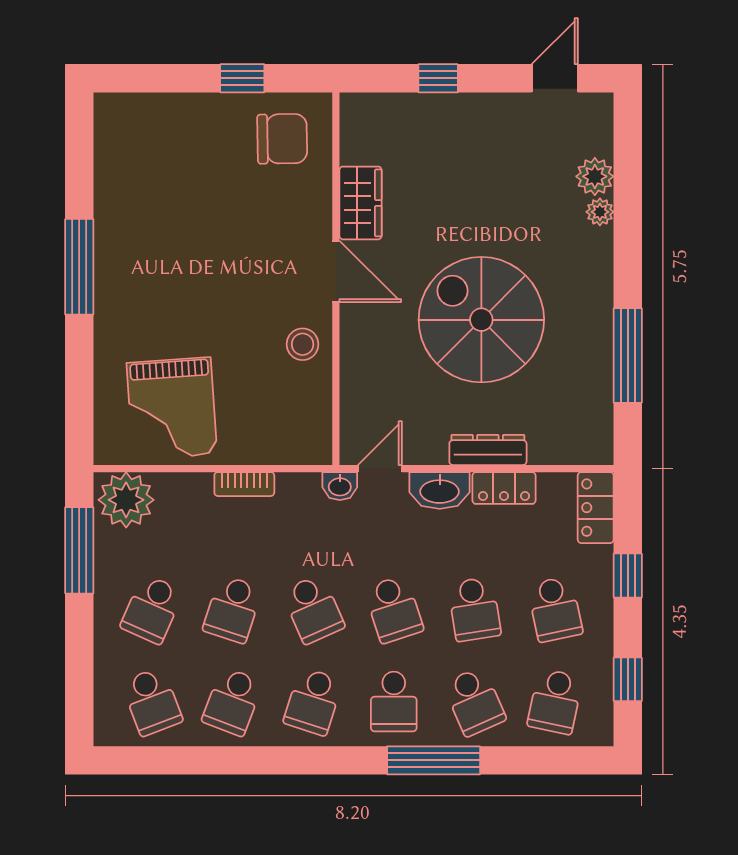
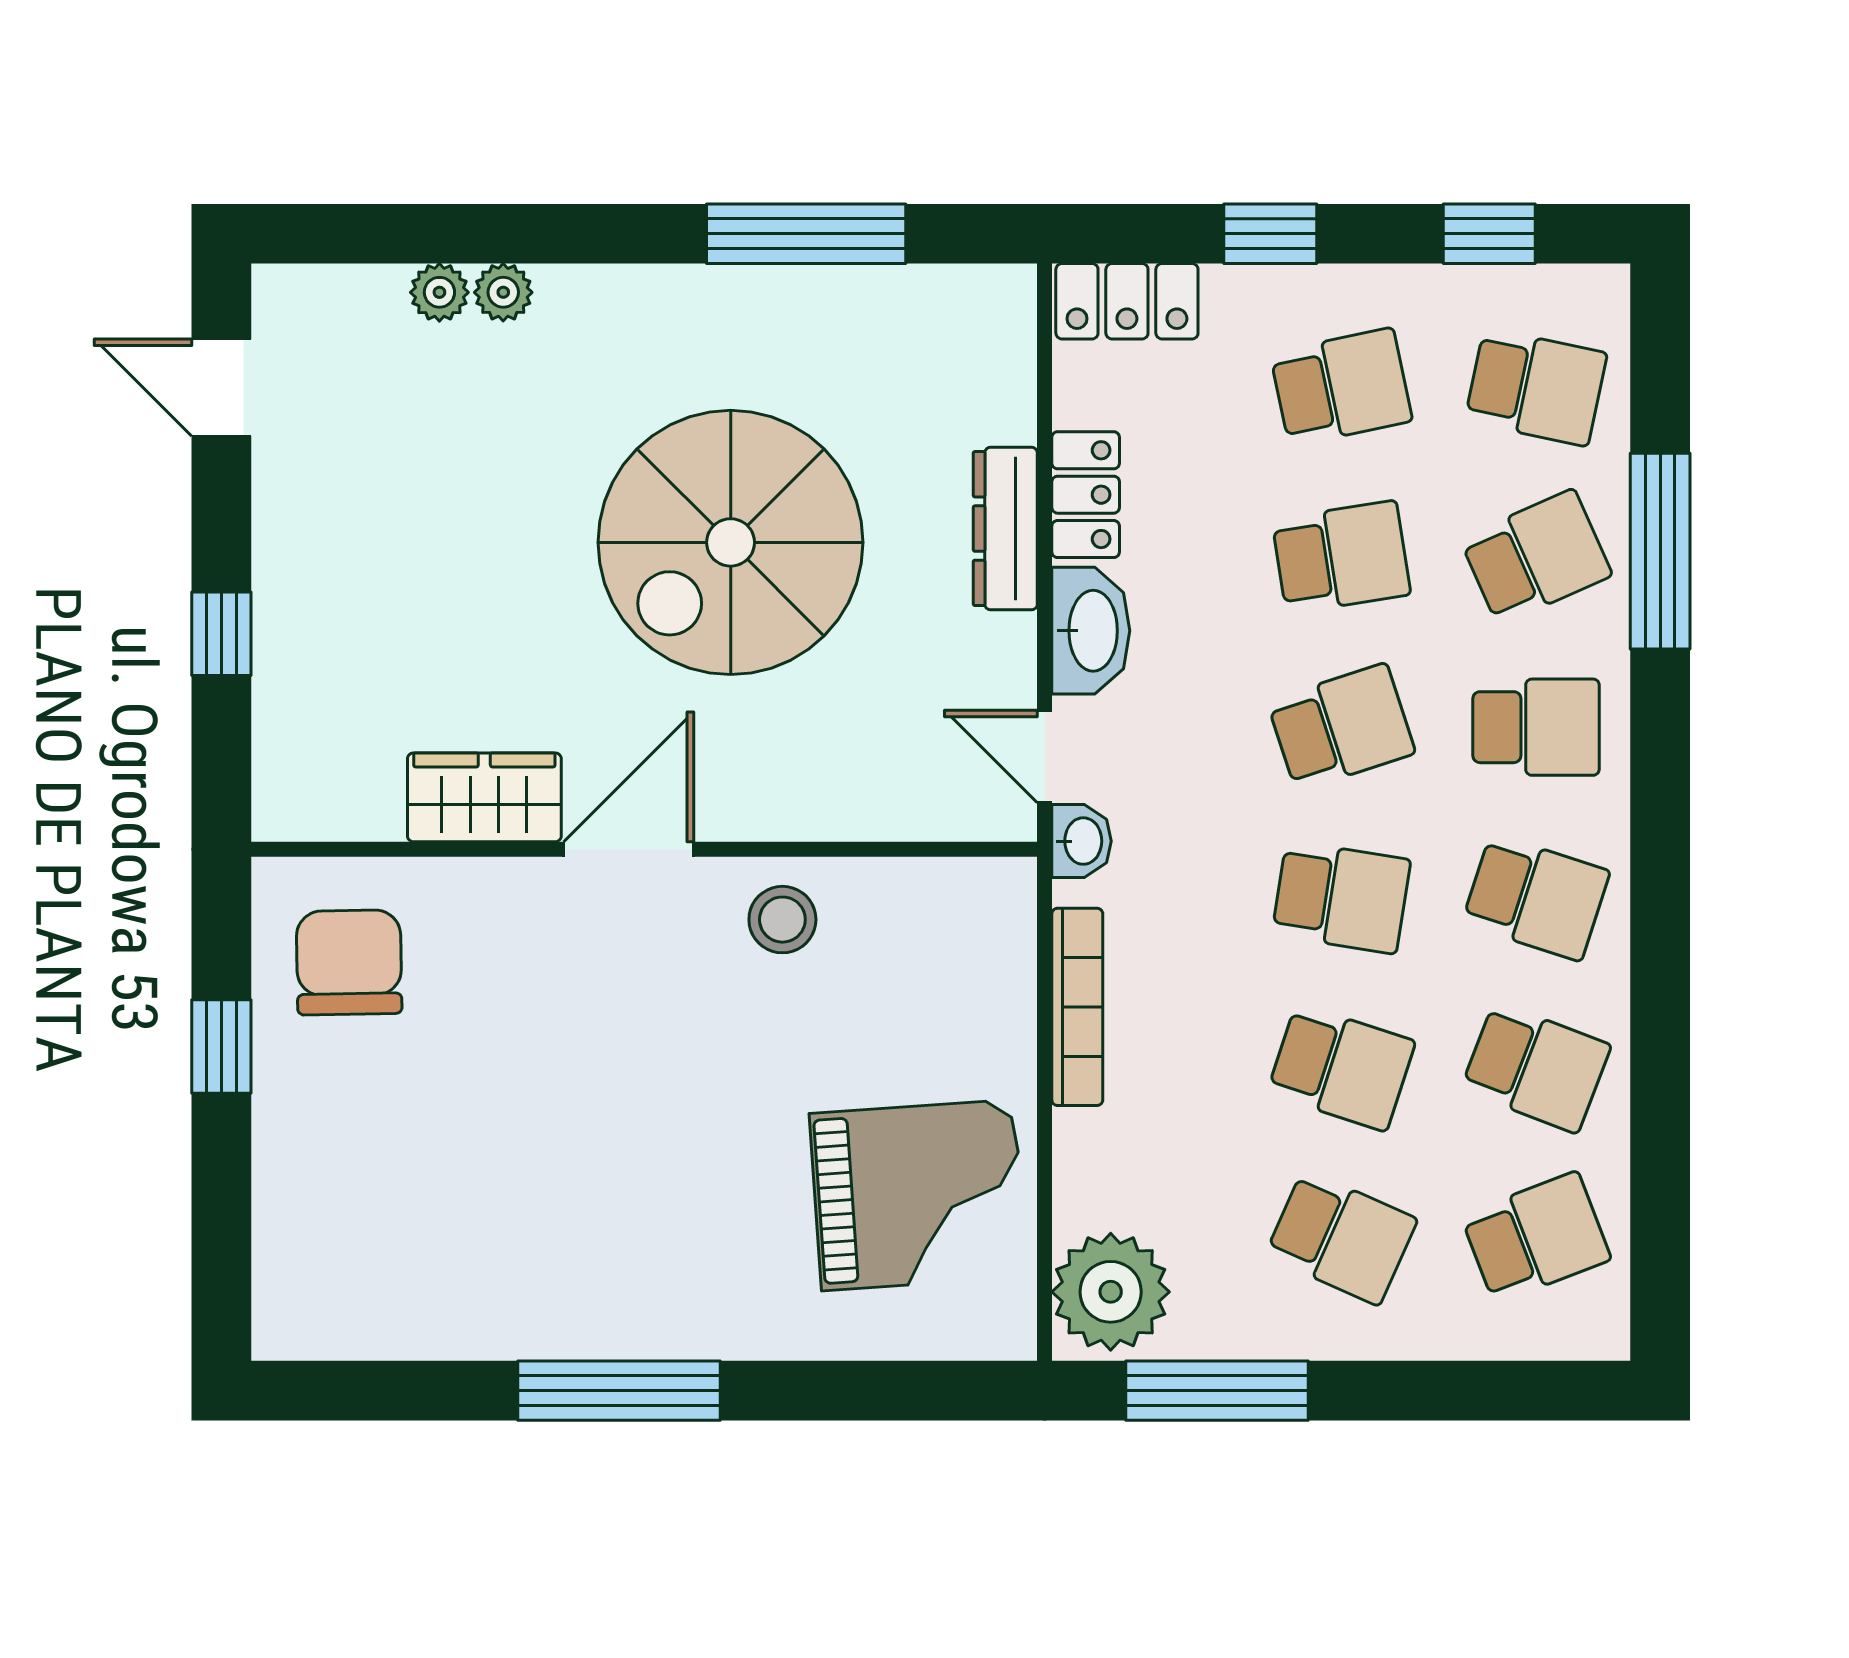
plant: (595, 176) -> (439, 292), width x0.73, depth x0.73
bookcase: (244, 484) -> (1077, 1007), width x1.56
school desk: (313, 609) -> (1341, 897), turned 33
window: (434, 760) -> (1660, 551), moved

